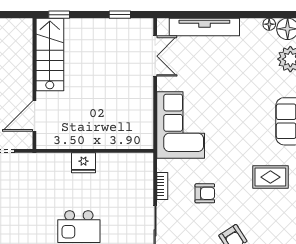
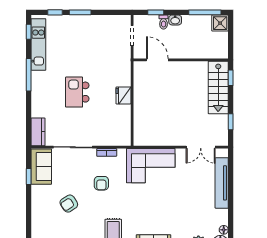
stairs: (50, 54) -> (218, 87), moved, turned 90

